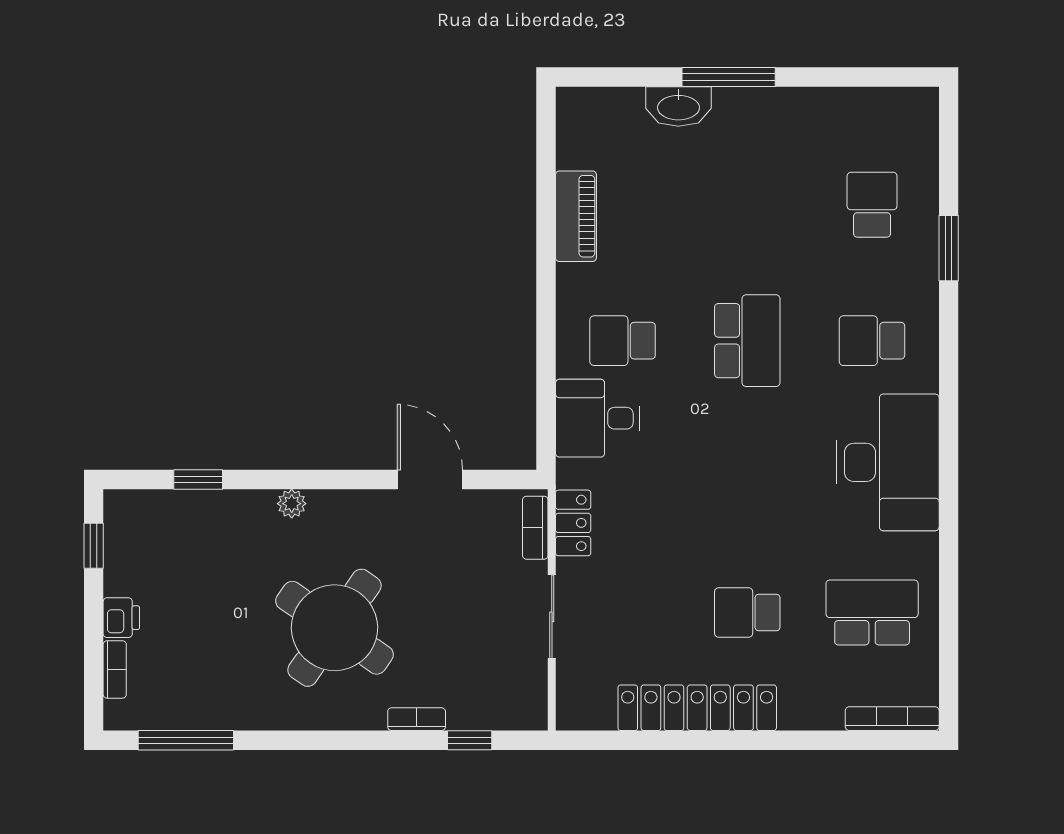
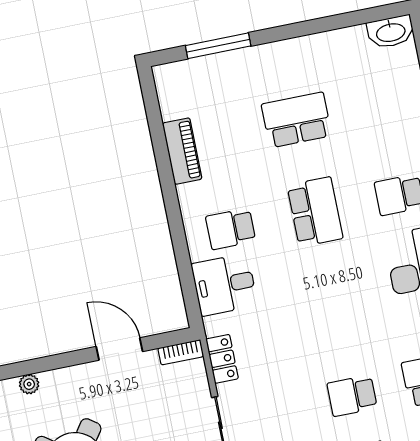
window: (729, 77) -> (218, 46), moved
washbasin: (678, 106) -> (391, 32), moved
school desk: (872, 205) -> (296, 120), moved, width x1.85
bookcase: (535, 528) -> (181, 352), moved, turned -90

